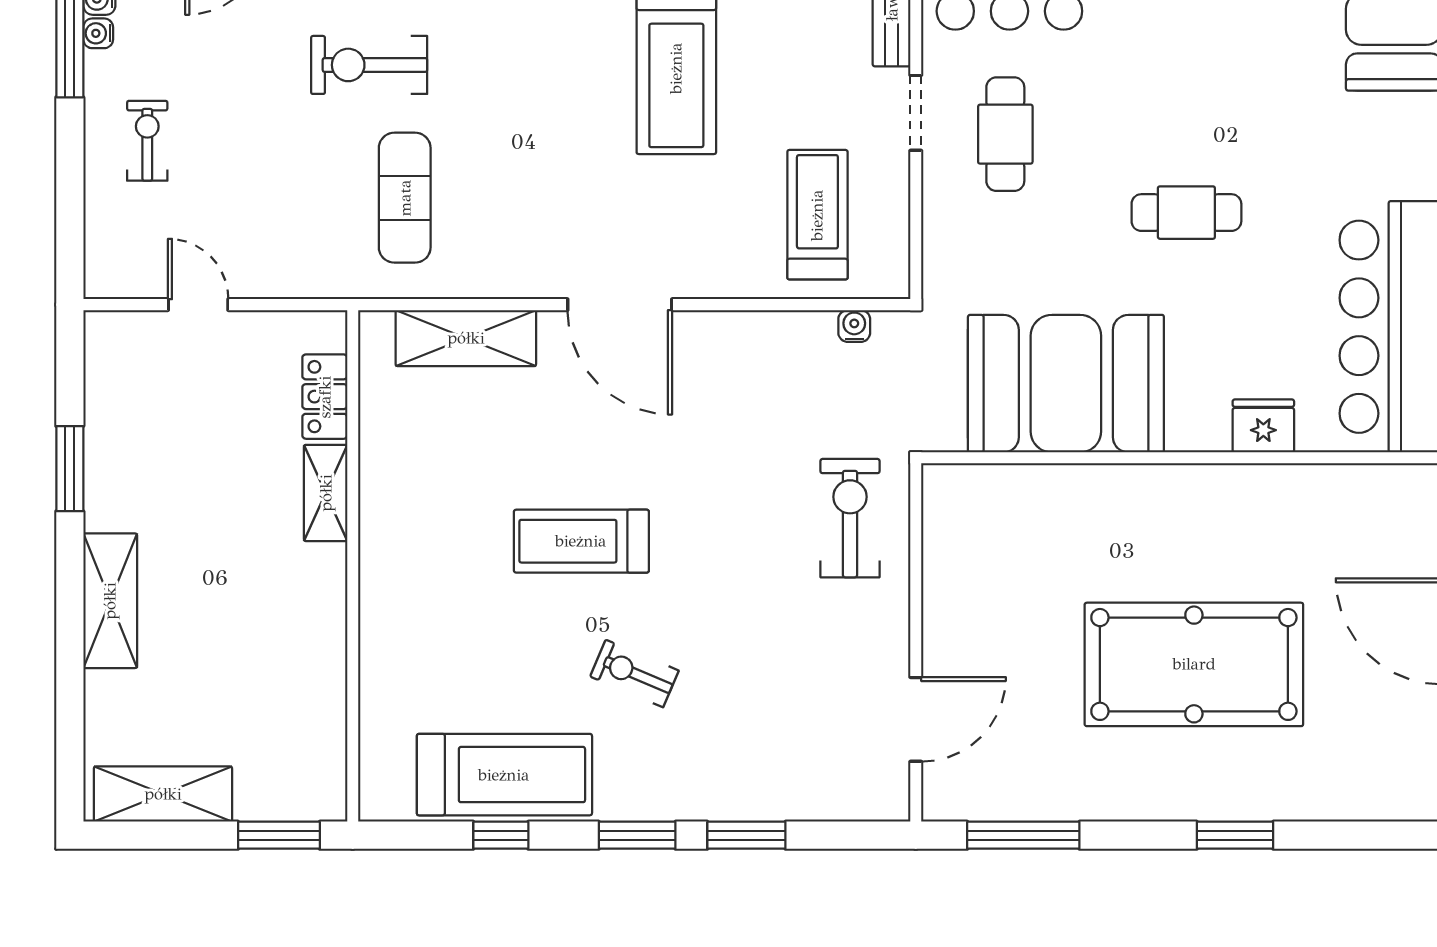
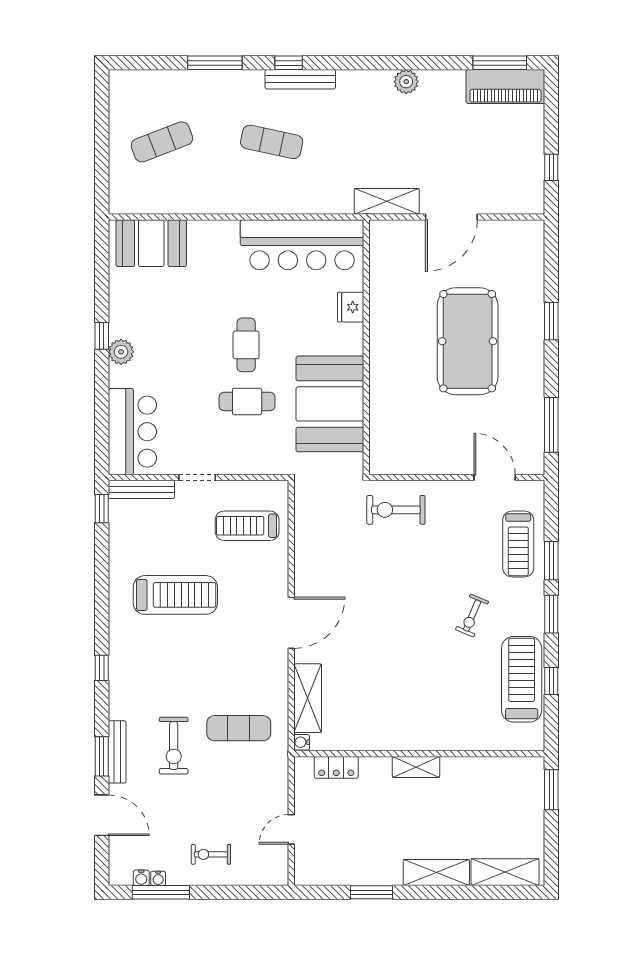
cafe table: (1005, 134) -> (247, 401), moved
water cooler: (854, 326) -> (302, 742), moved
shelving: (326, 493) -> (416, 767), moved
treadmill: (581, 541) -> (518, 544), moved
shelving: (163, 794) -> (505, 872), moved, turned 90

